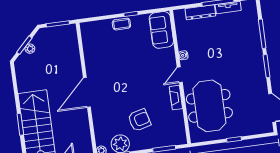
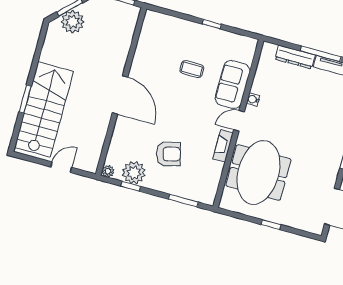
coffee table: (121, 24) -> (192, 69), moved
sofa: (161, 30) -> (233, 85), moved
plant: (30, 49) -> (73, 22), width x1.88, depth x1.88
door: (87, 92) -> (120, 95), swing flipped

